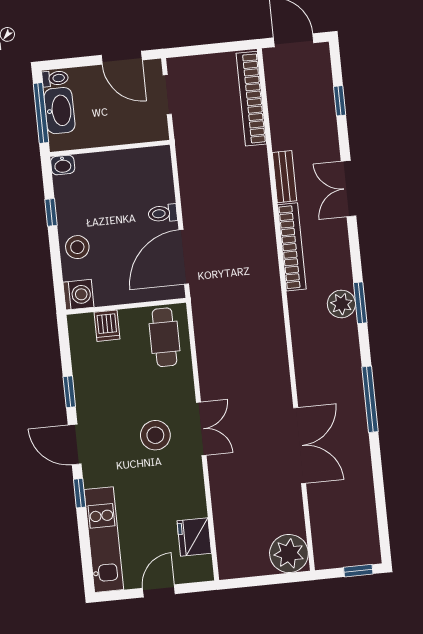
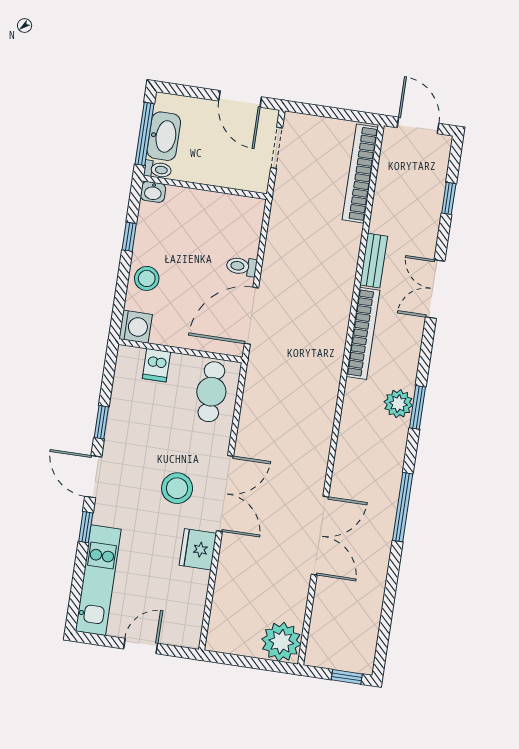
toilet: (55, 78) -> (158, 169), moved
double door: (201, 429) -> (225, 493), width x1.37
fridge: (194, 537) -> (198, 549), moved

